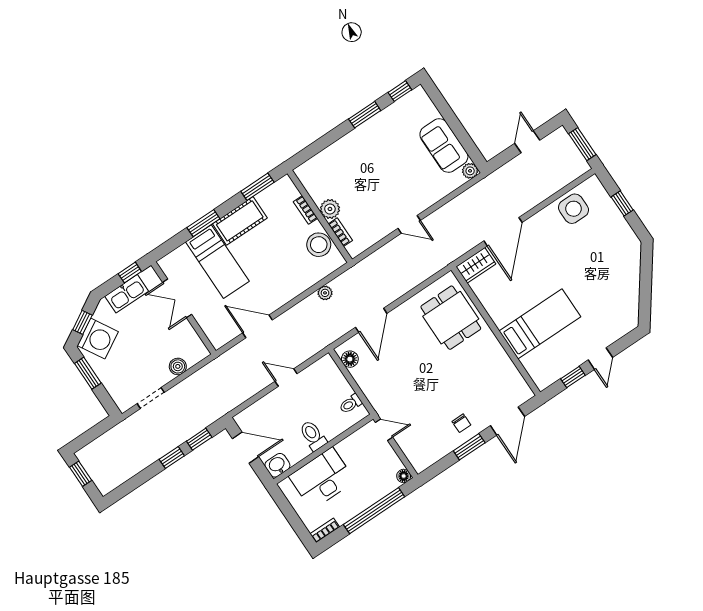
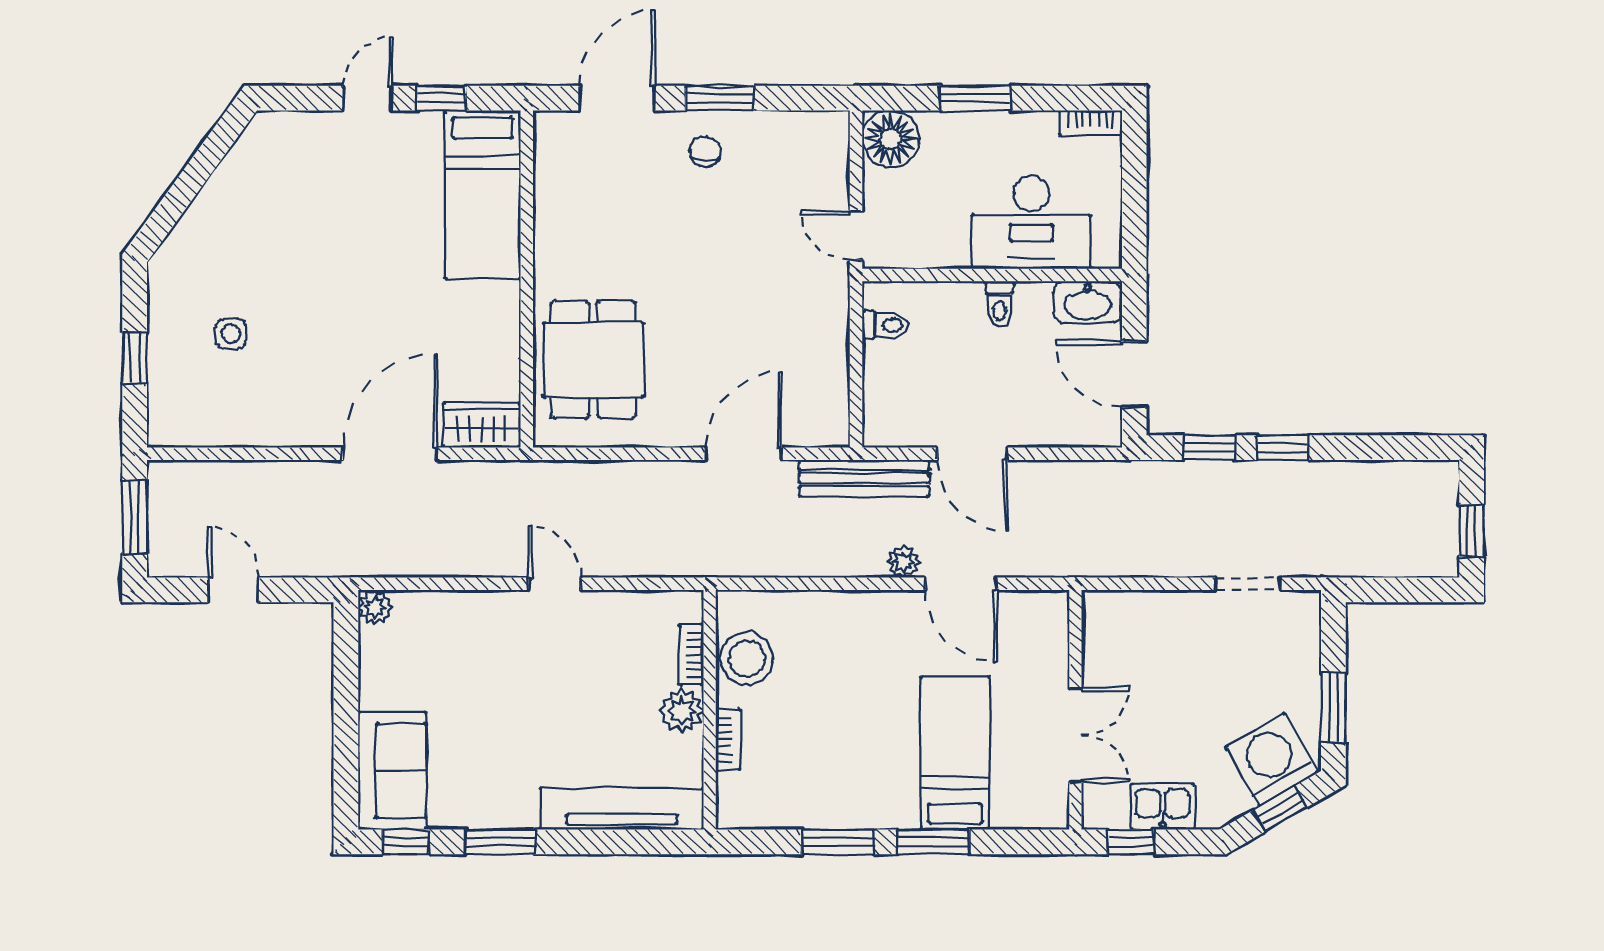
door: (527, 142) -> (233, 590), swing flipped
sofa: (444, 146) -> (392, 771), moved
tv unit: (328, 157) -> (622, 809), added
window: (257, 187) -> (838, 842), moved
side table: (574, 209) -> (231, 334), moved, width x0.54, depth x0.54
cot: (240, 221) -> (863, 801), removed
plant: (325, 293) -> (903, 562), moved
kitchen sink: (127, 294) -> (1163, 807), width x0.73
bed: (540, 324) -> (483, 195), moved, turned -90
bench: (320, 341) -> (864, 478), added
floor lamp: (350, 359) -> (831, 408), removed
boiler: (178, 366) -> (1159, 609), removed
door: (286, 377) -> (972, 454), width x1.38
toilet: (313, 435) -> (1000, 304), width x0.73, depth x0.72
washbasin: (277, 465) -> (1088, 302), width x1.38
floor lamp: (404, 476) -> (891, 139), width x1.89, depth x1.89
window: (374, 511) -> (975, 98), width x0.47

